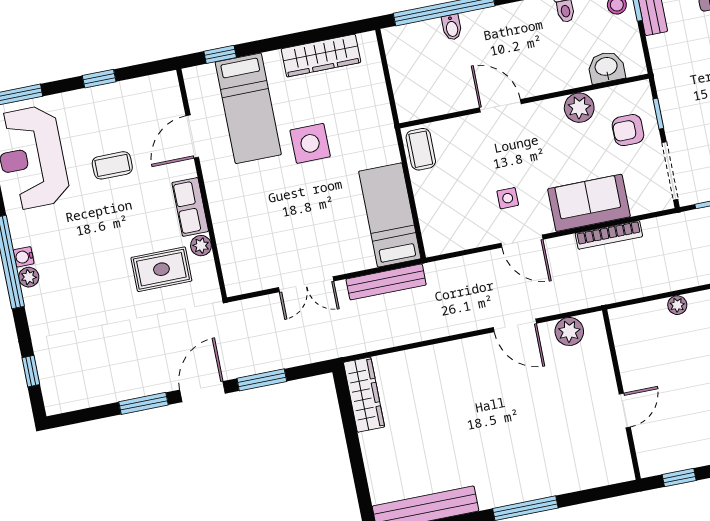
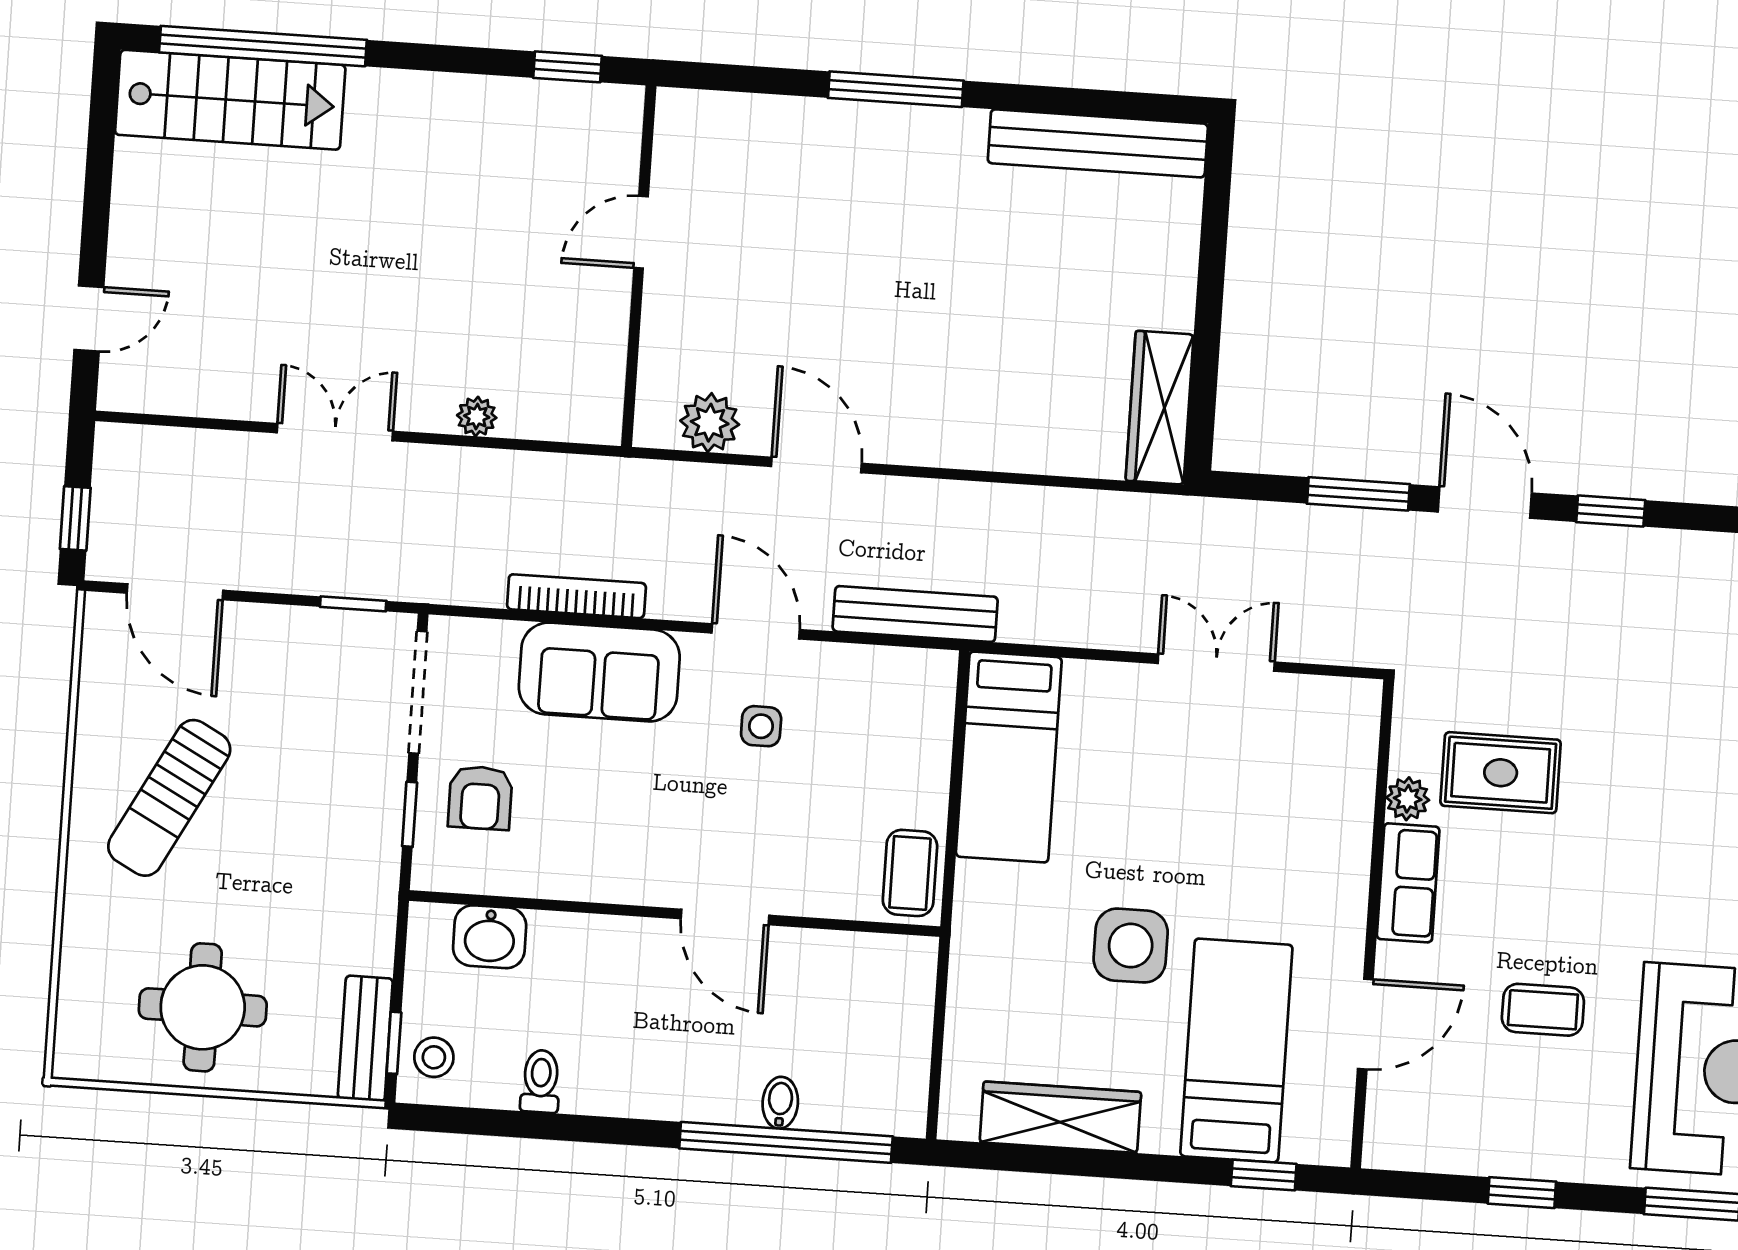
plant: (579, 108) -> (567, 870), removed
armchair: (628, 130) -> (480, 798), turned 90
bench: (386, 282) -> (915, 614), moved
door: (203, 392) -> (1485, 502), swing flipped
window: (143, 403) -> (1611, 511), width x0.67

